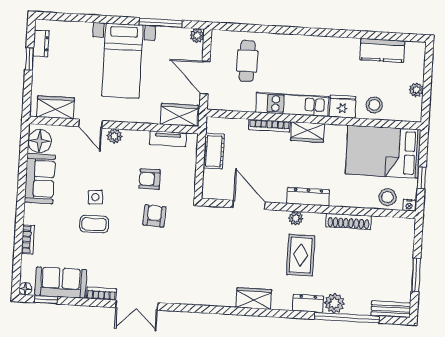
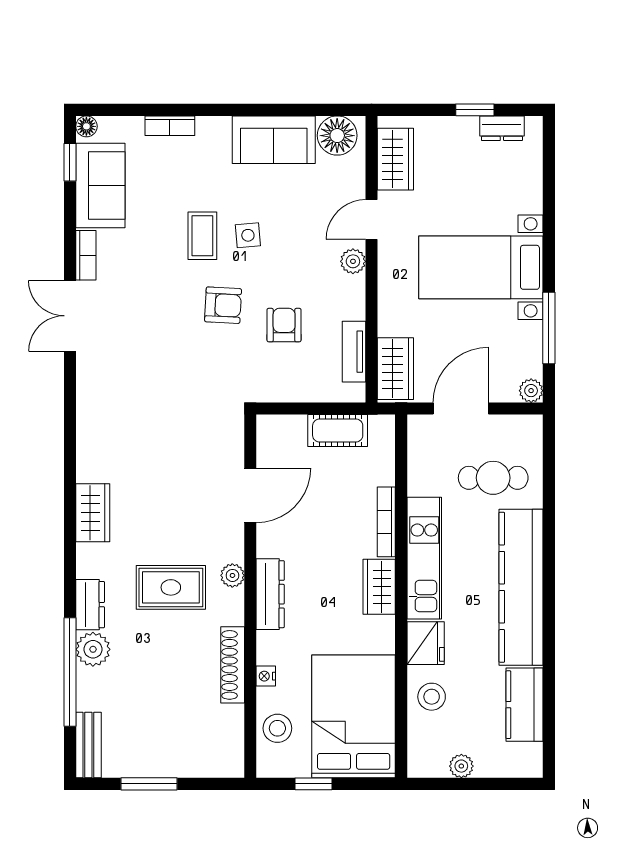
kitchen counter: (313, 48) -> (521, 587), added
nightstand: (409, 205) -> (266, 676), moved
armchair: (154, 216) -> (223, 305), moved

